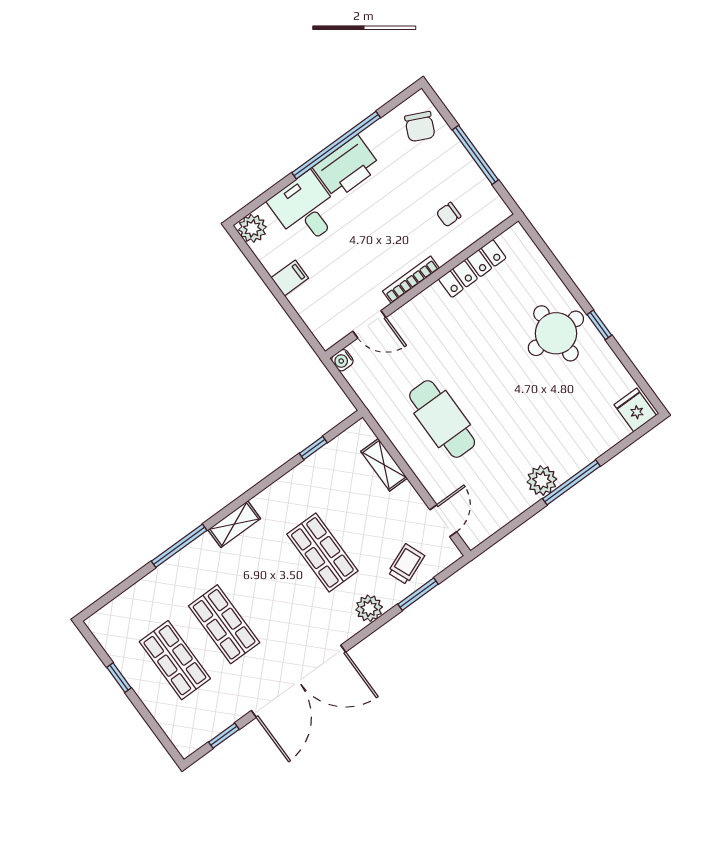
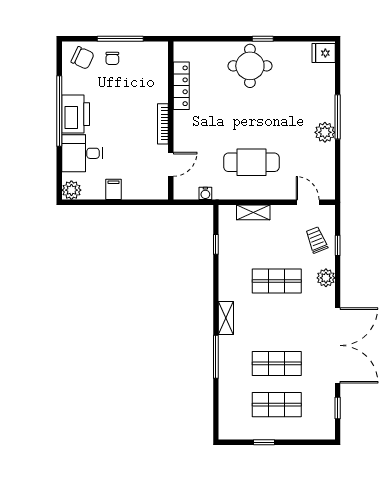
chair: (449, 215) -> (112, 58), moved
water cooler: (342, 360) -> (205, 193), moved
window: (418, 594) -> (338, 245), width x0.67

